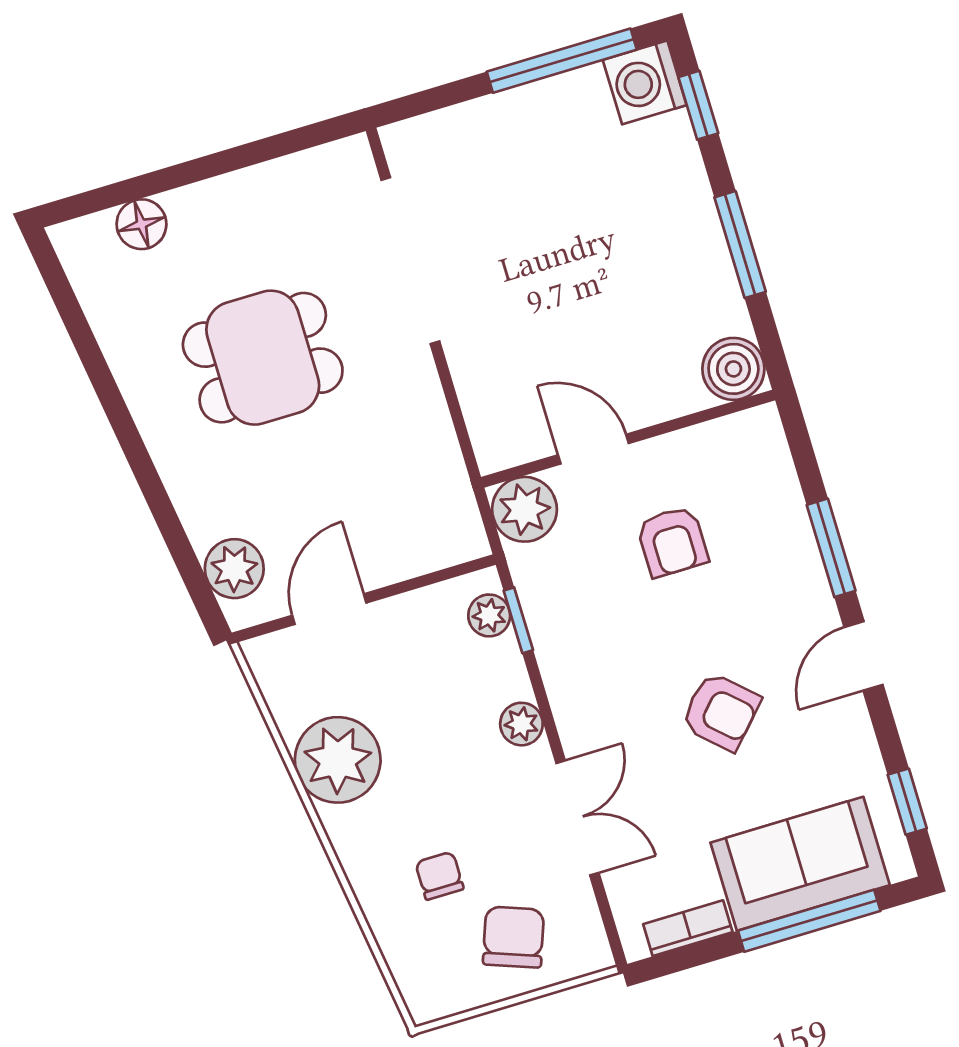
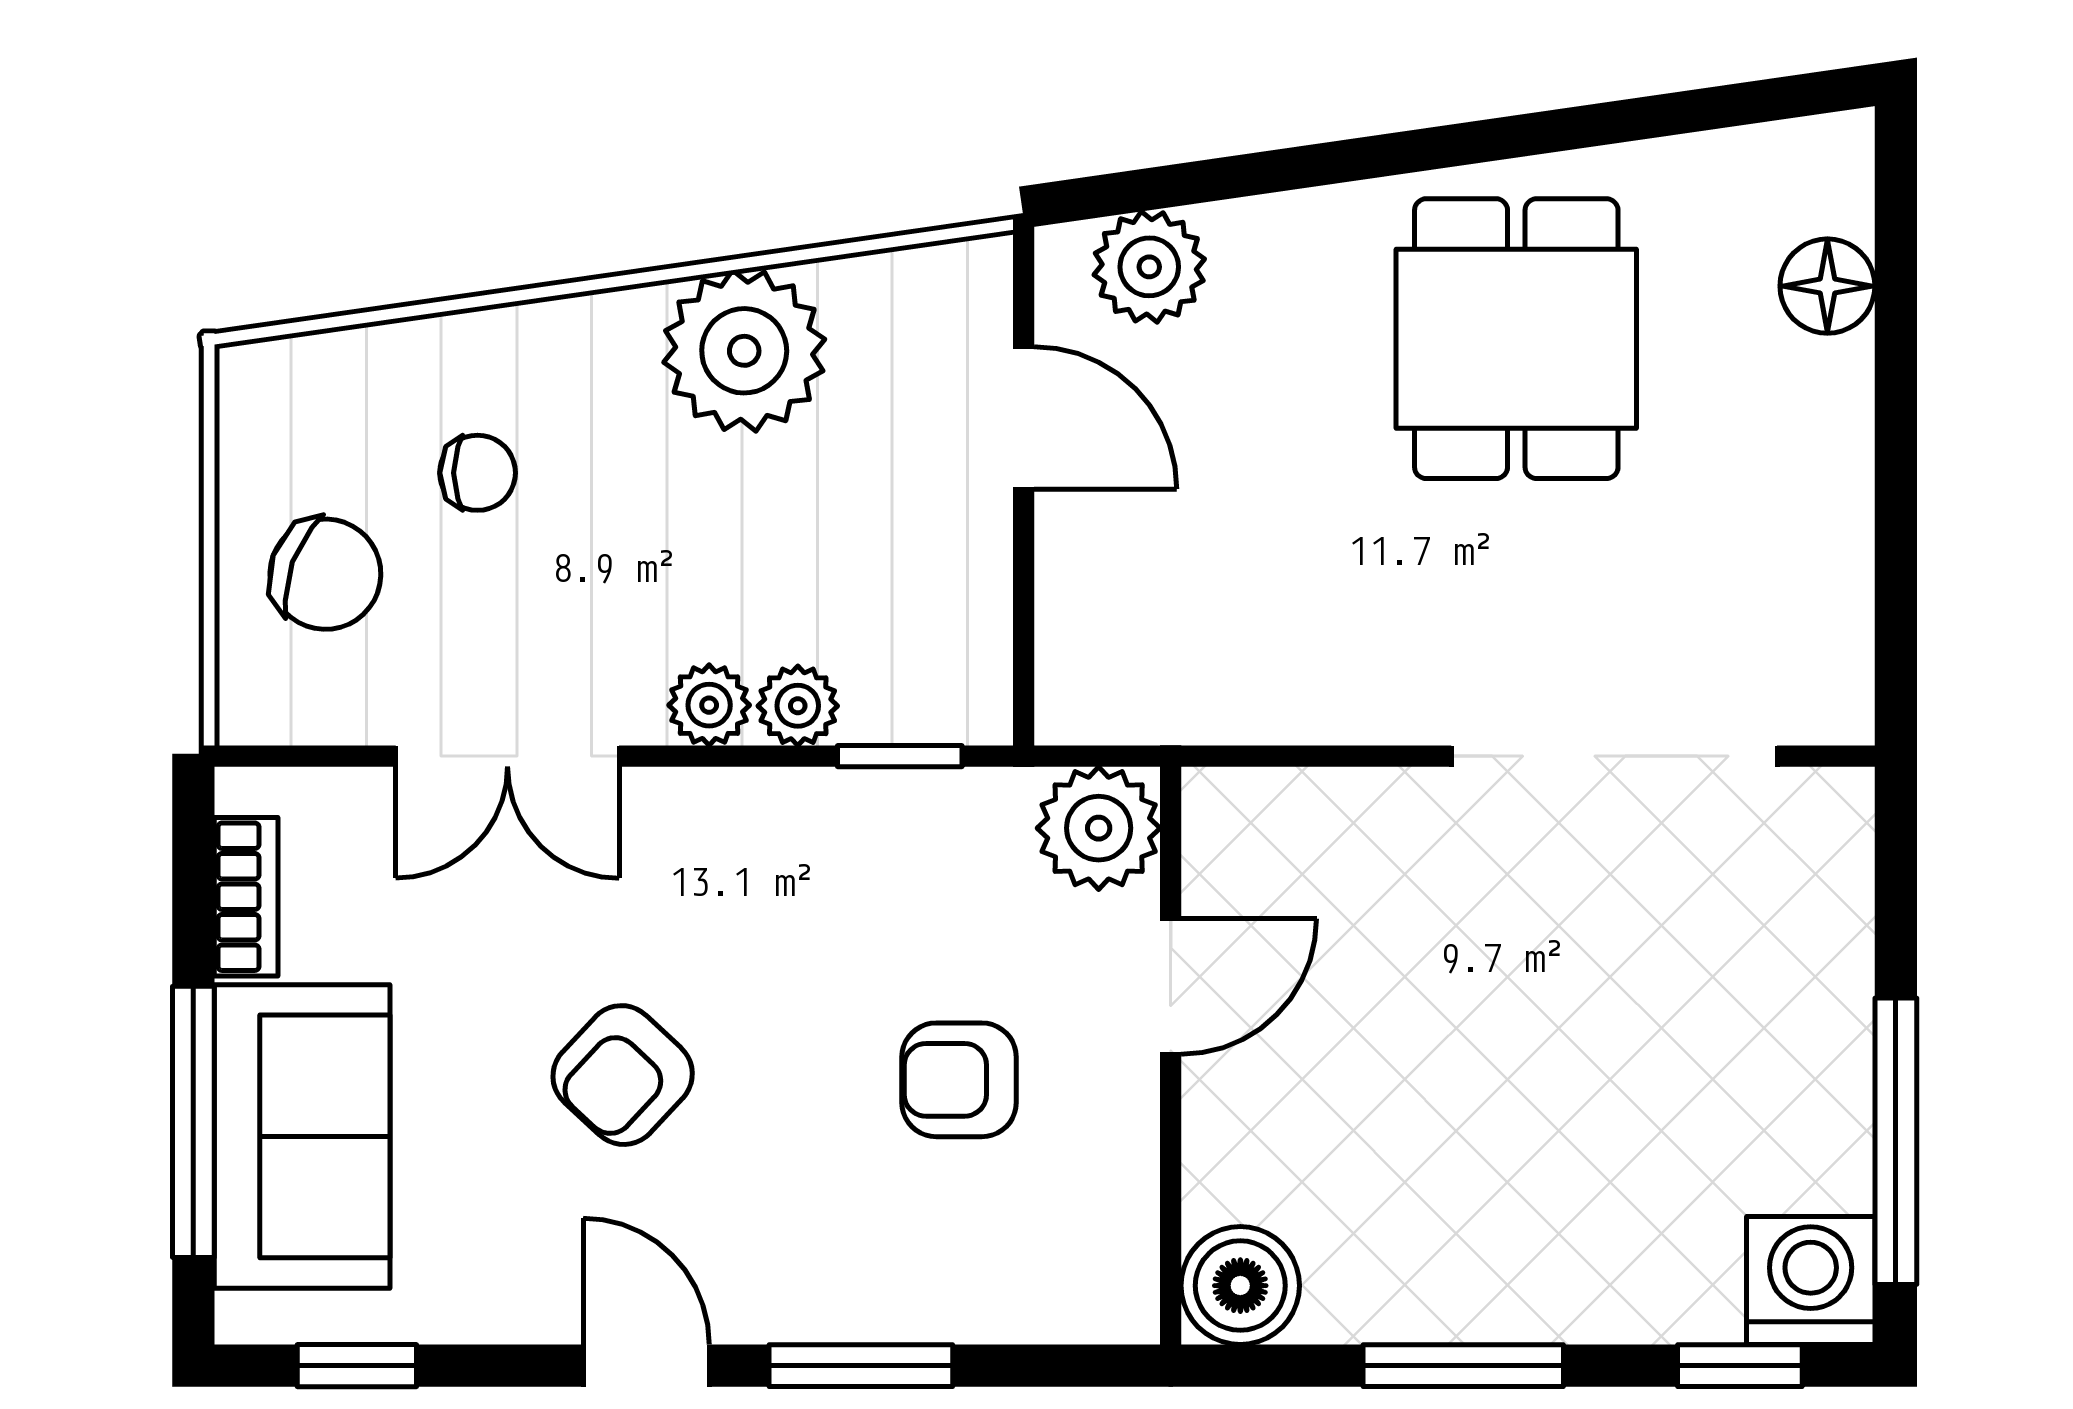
dining table: (263, 358) -> (1516, 339), moved
plant: (489, 615) -> (798, 706), moved

